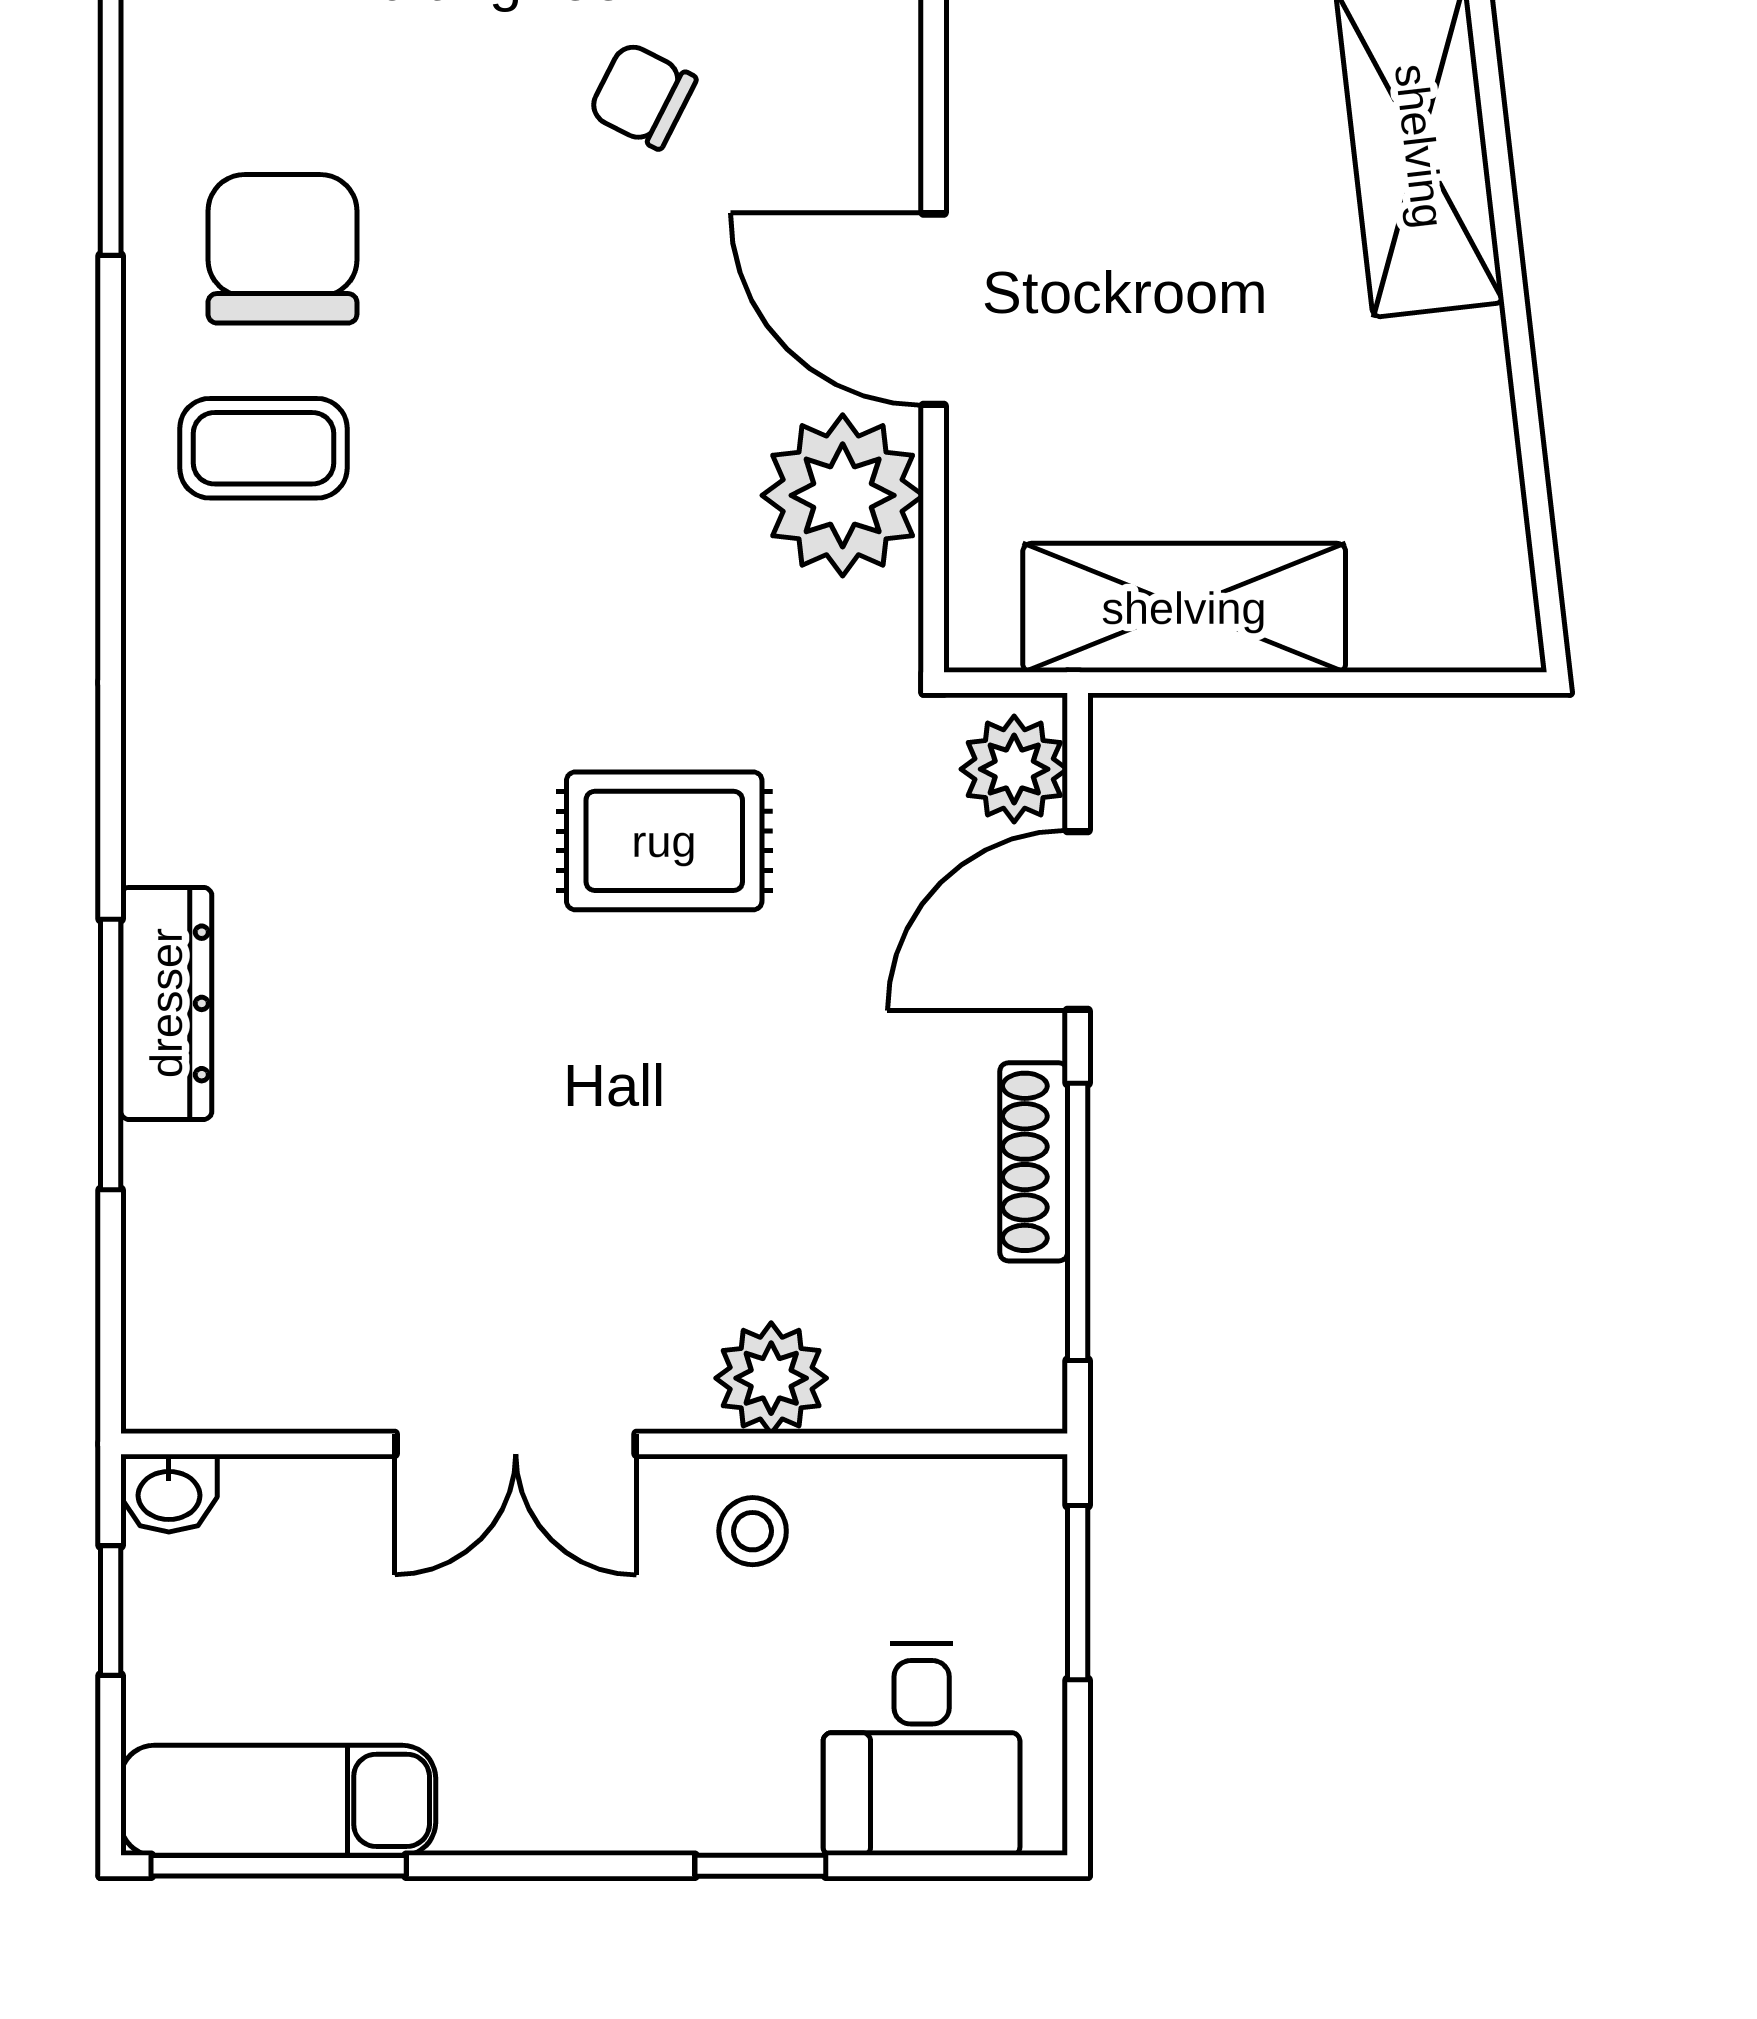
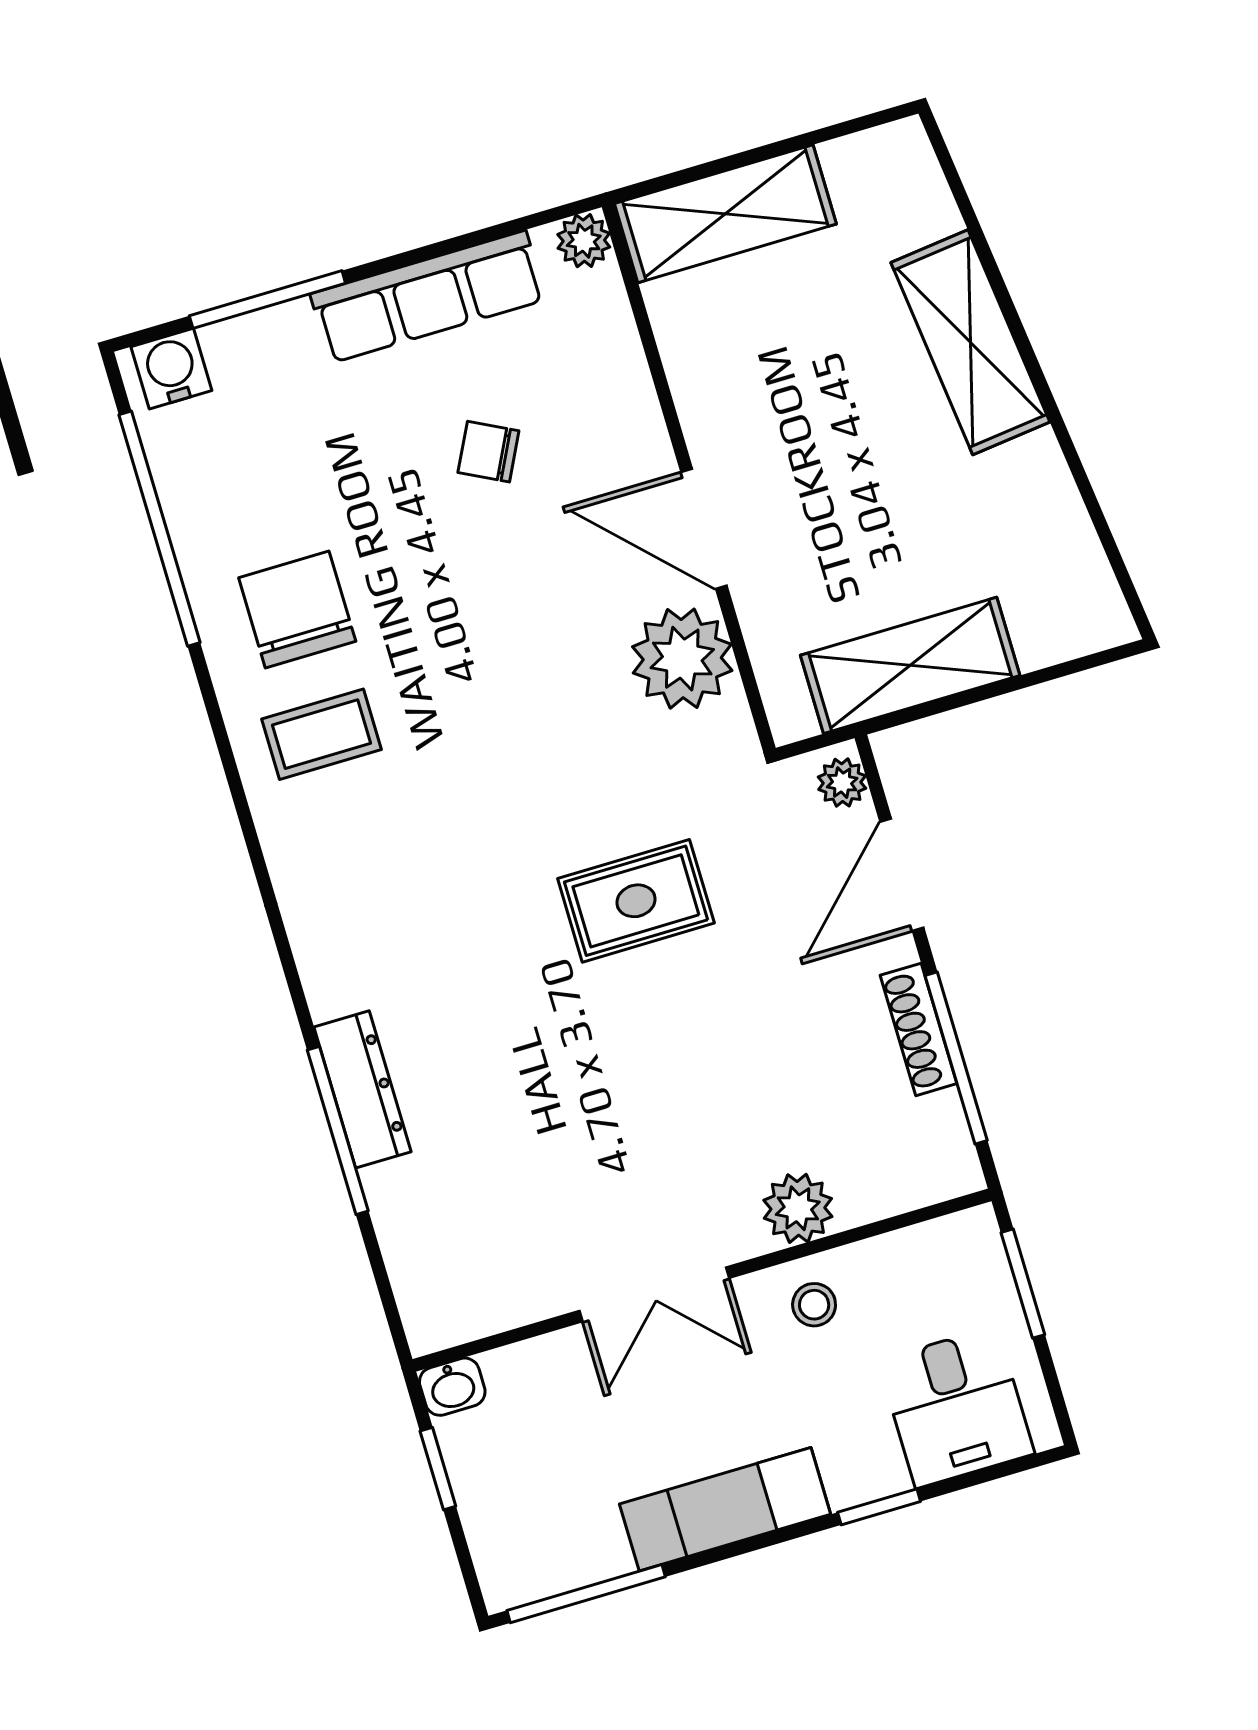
plant: (1014, 769) -> (842, 783), width x0.73, depth x0.73
exam couch: (278, 1800) -> (725, 1509), moved

